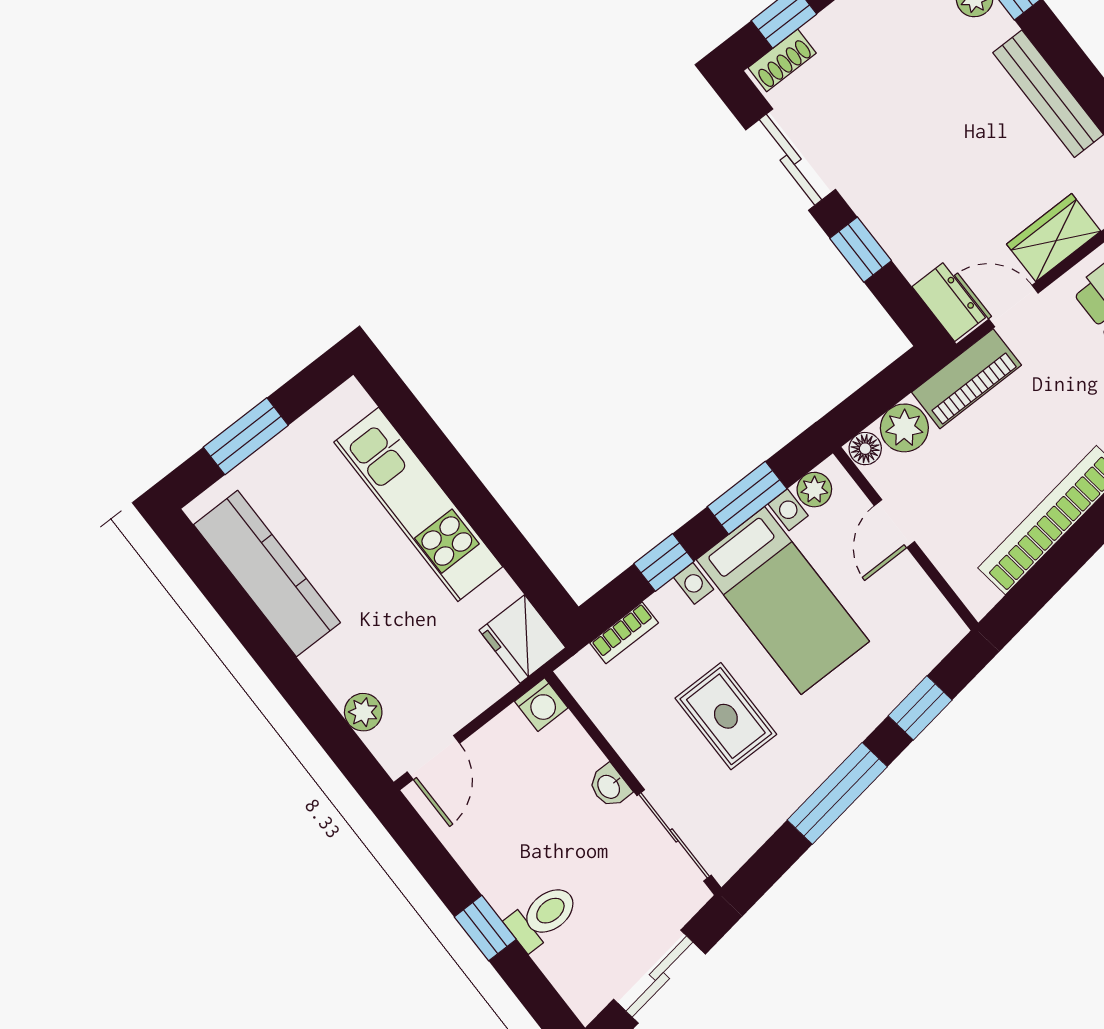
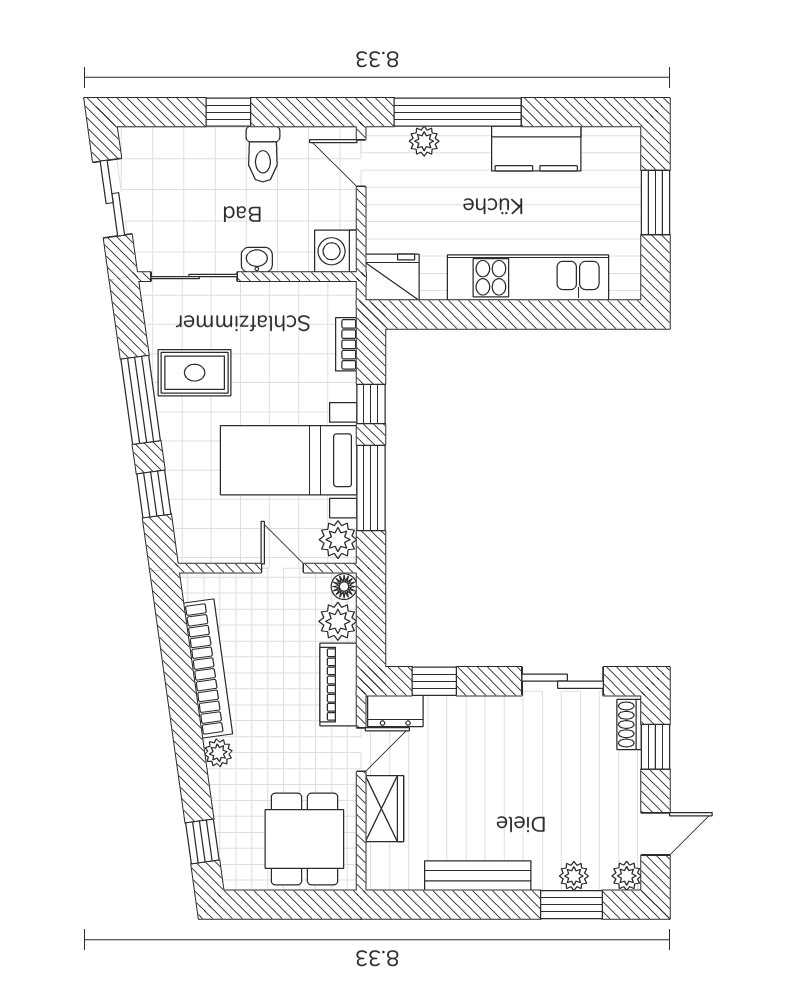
window: (861, 250) -> (434, 681), moved
plant: (814, 490) -> (338, 540), width x1.38, depth x1.38
window: (747, 498) -> (371, 488), width x1.44
kitchen counter: (267, 574) -> (536, 149), width x0.67
window: (309, 701) -> (458, 112), added
washing machine: (541, 705) -> (336, 251), width x1.38, depth x1.38
rug: (726, 716) -> (195, 373), moved
toilet: (543, 917) -> (263, 154), moved

